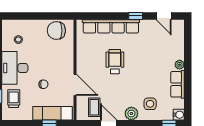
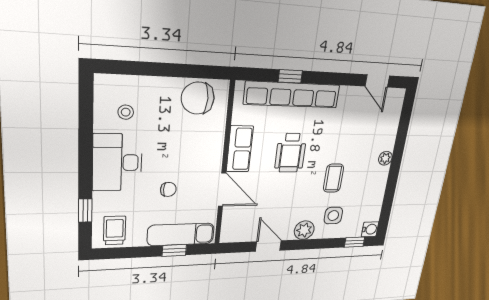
window: (136, 16) -> (290, 76), moved
wheelchair: (115, 62) -> (291, 153), turned 180
row of seats: (178, 84) -> (240, 149), moved, turned 180
trolley: (14, 99) -> (115, 230), moved
coffee table: (94, 107) -> (334, 178), moved

